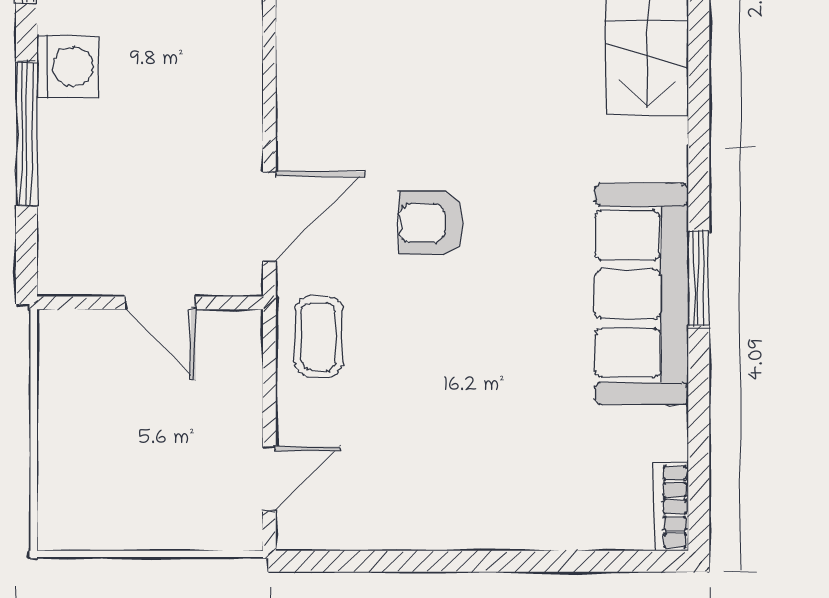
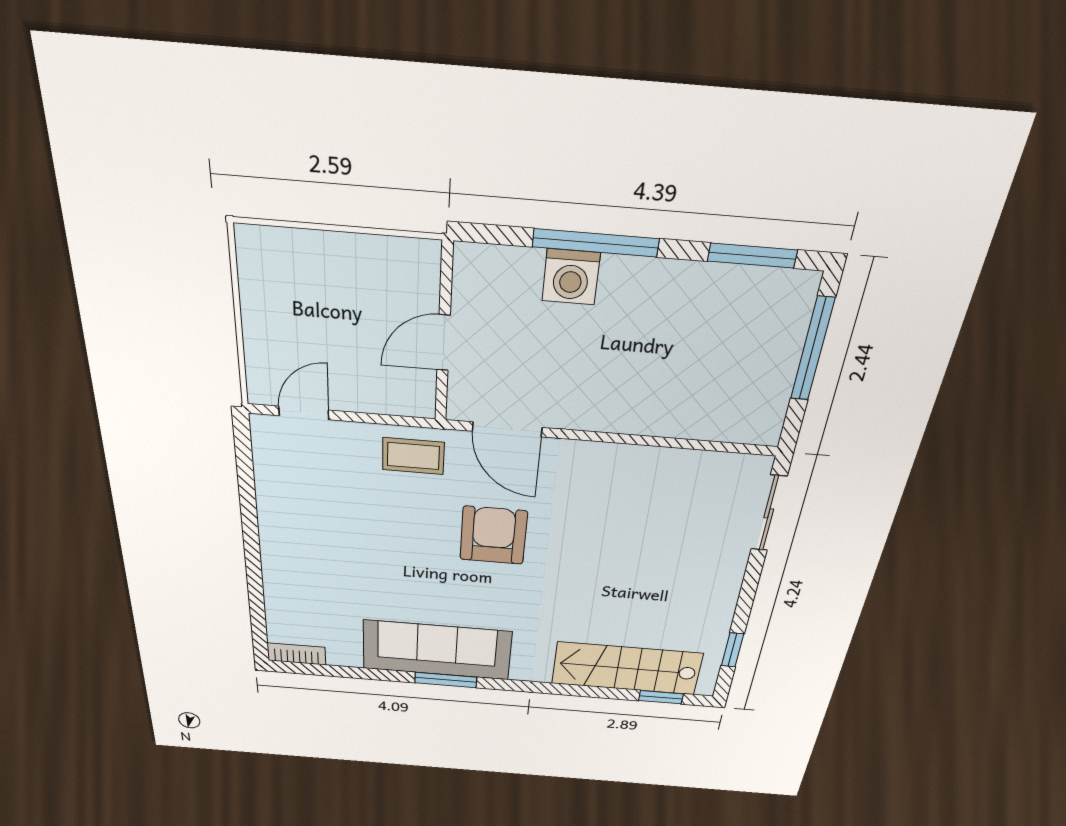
washing machine: (68, 66) -> (571, 277), moved
armchair: (431, 223) -> (493, 535), width x1.38, depth x1.38
door: (269, 479) -> (304, 413), swing flipped

